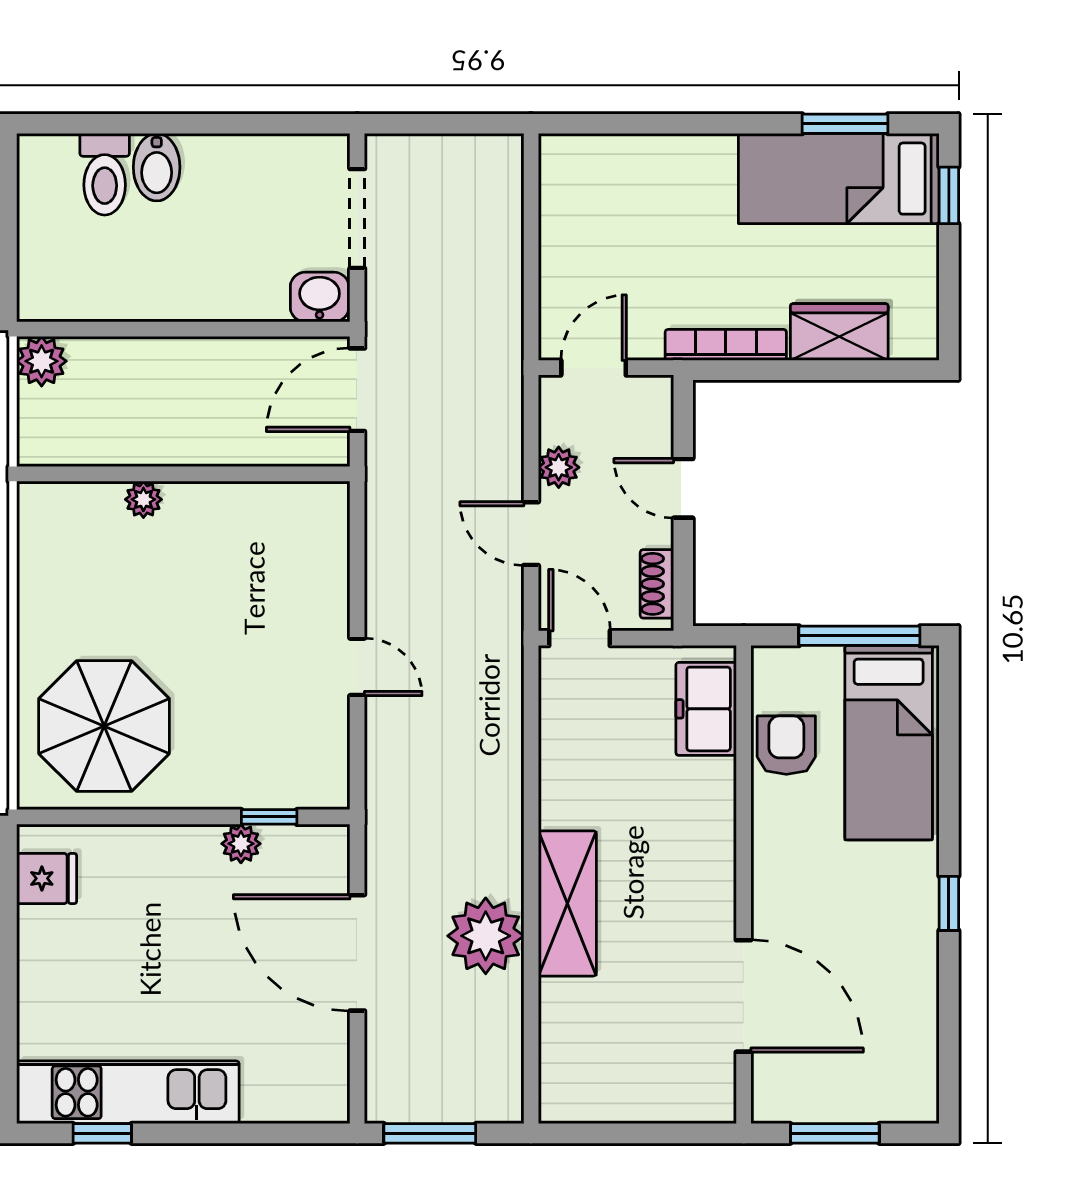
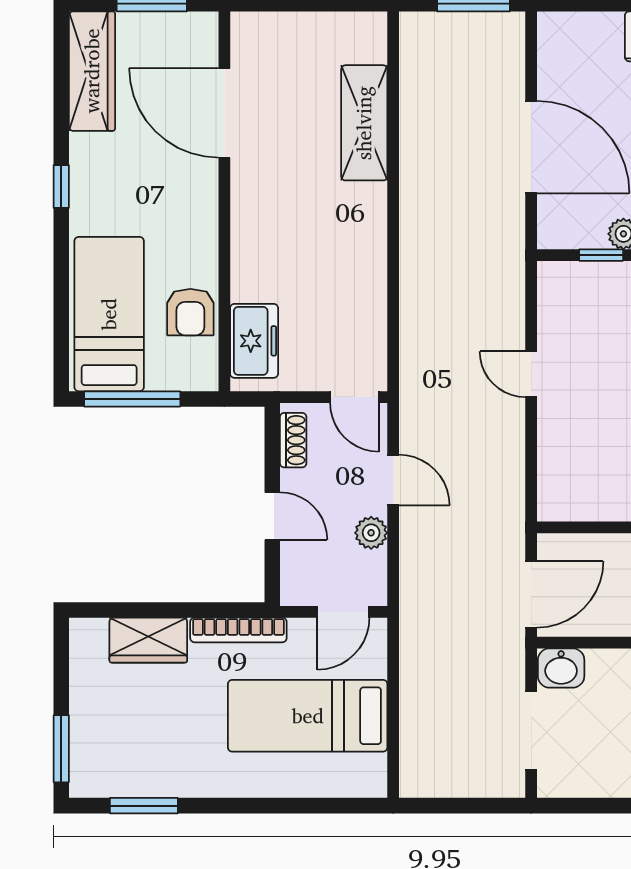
bed: (839, 179) -> (308, 716), moved, turned 180
window: (949, 195) -> (61, 749), width x1.50
shelving: (567, 903) -> (364, 123), moved
plant: (486, 936) -> (429, 161), removed
wardrobe: (910, 1049) -> (92, 71), added

